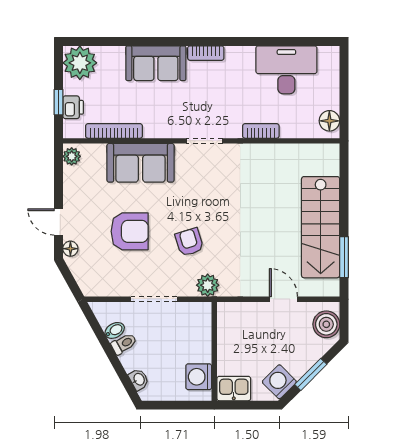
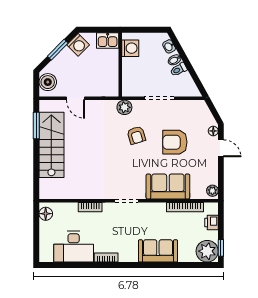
bookcase: (206, 53) -> (106, 257), moved
window: (59, 102) -> (221, 248), moved
bidet: (115, 330) -> (175, 60), moved

